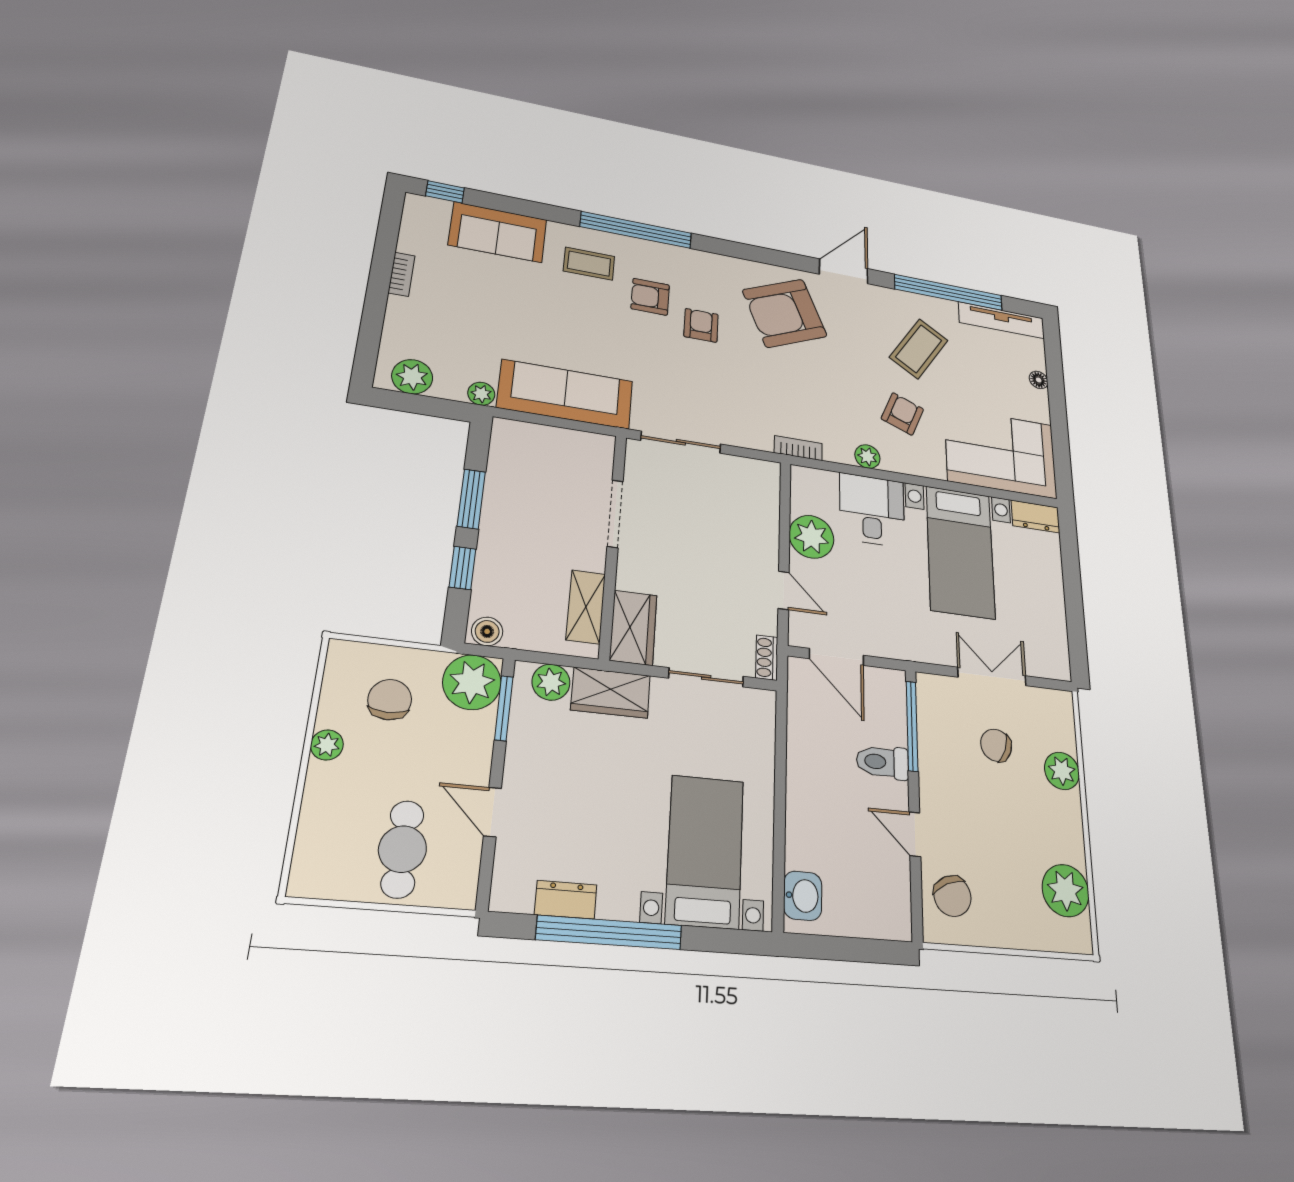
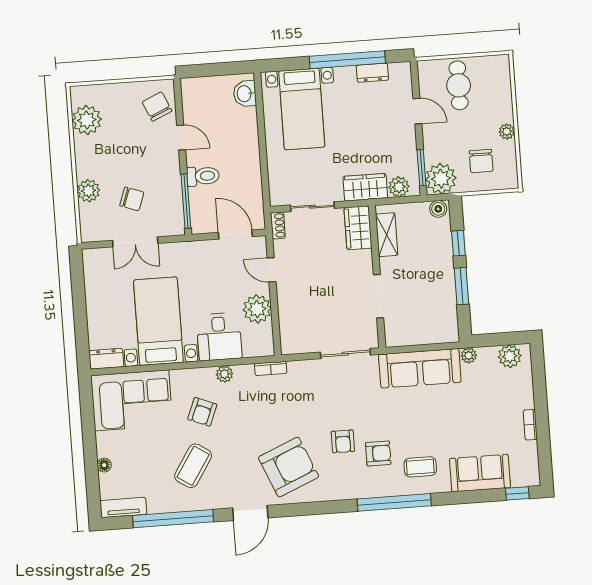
tv unit: (1002, 320) -> (123, 507), width x0.71

